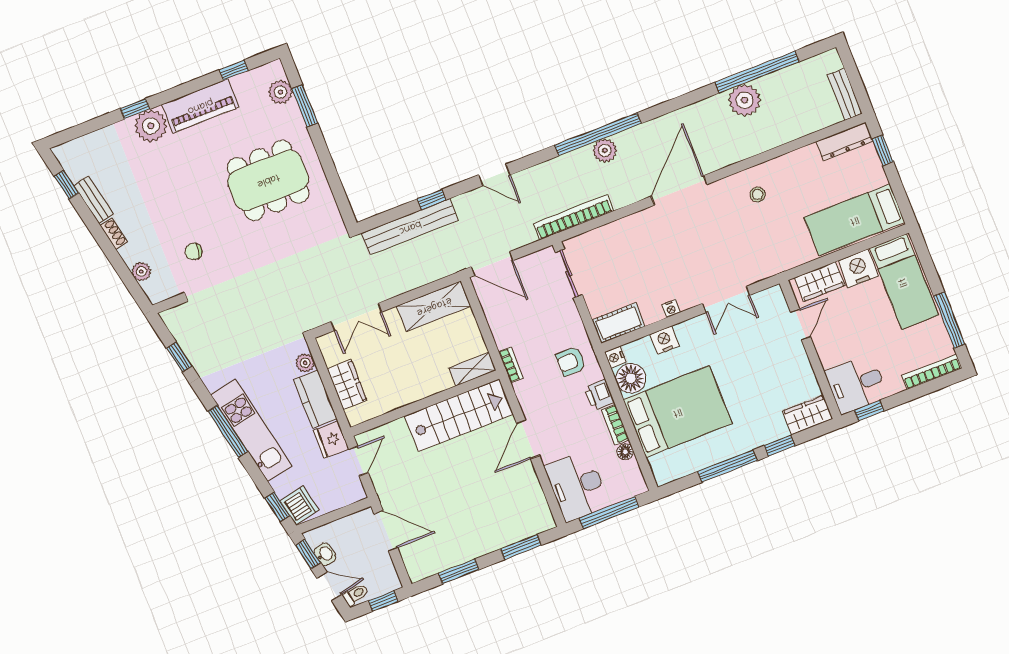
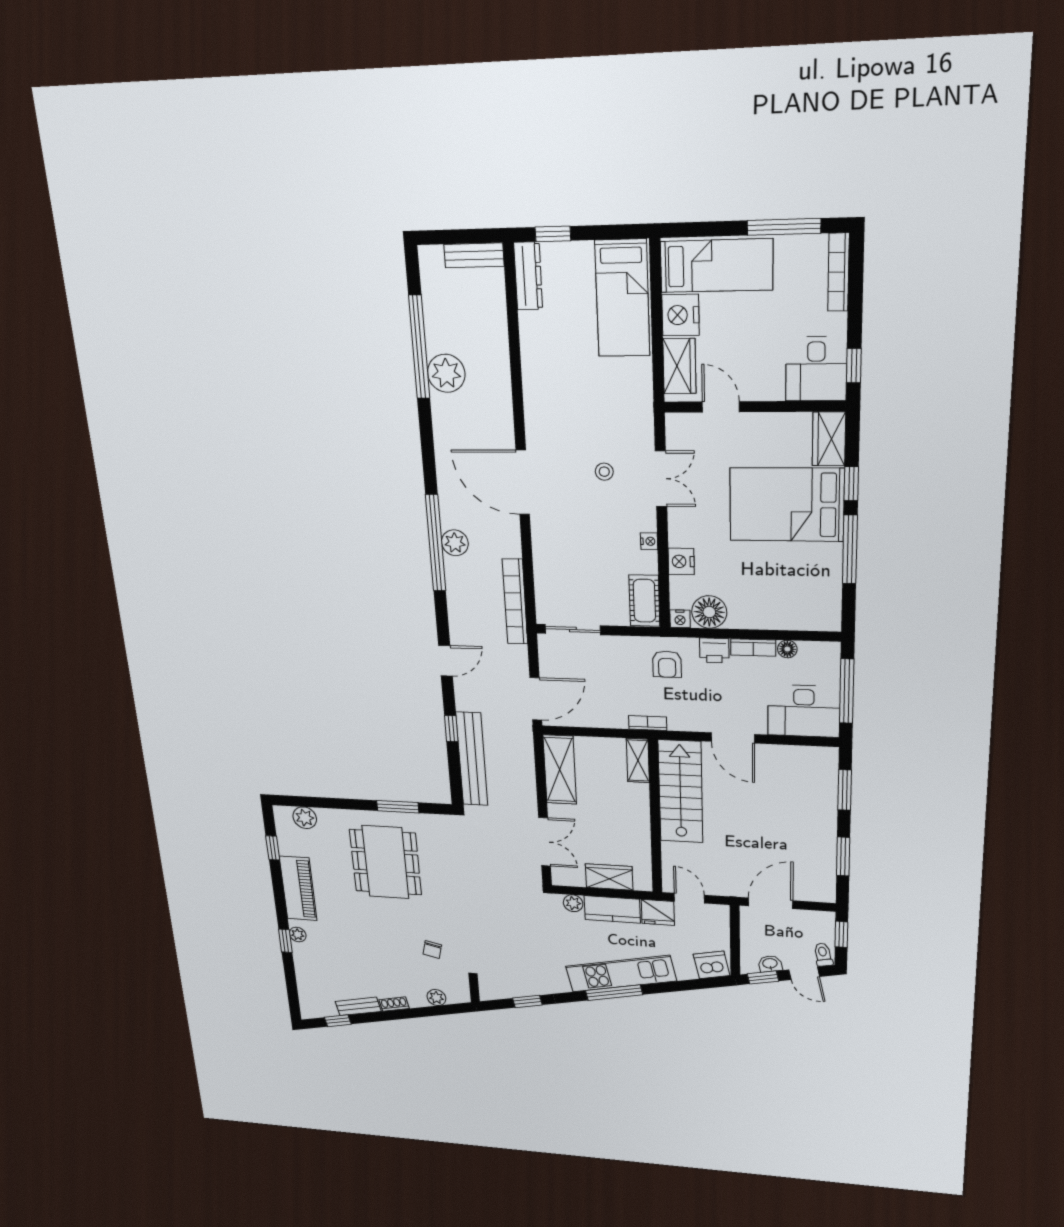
window: (305, 106) -> (398, 807), moved
plant: (151, 126) -> (298, 934), width x0.53, depth x0.53
stool: (758, 194) -> (604, 472), moved
bed: (677, 412) -> (787, 505), moved, turned -90
window: (277, 507) -> (705, 983), removed
door: (329, 586) -> (804, 973), swing flipped

